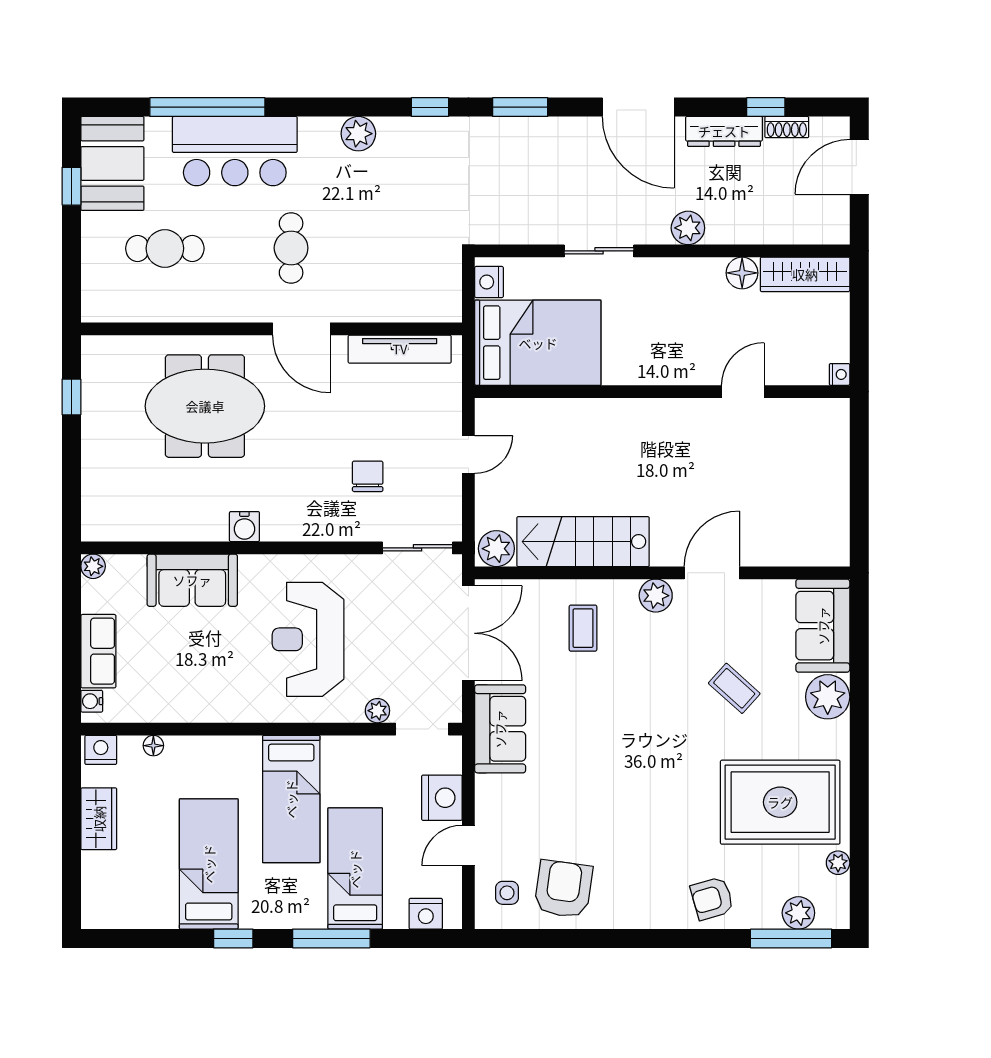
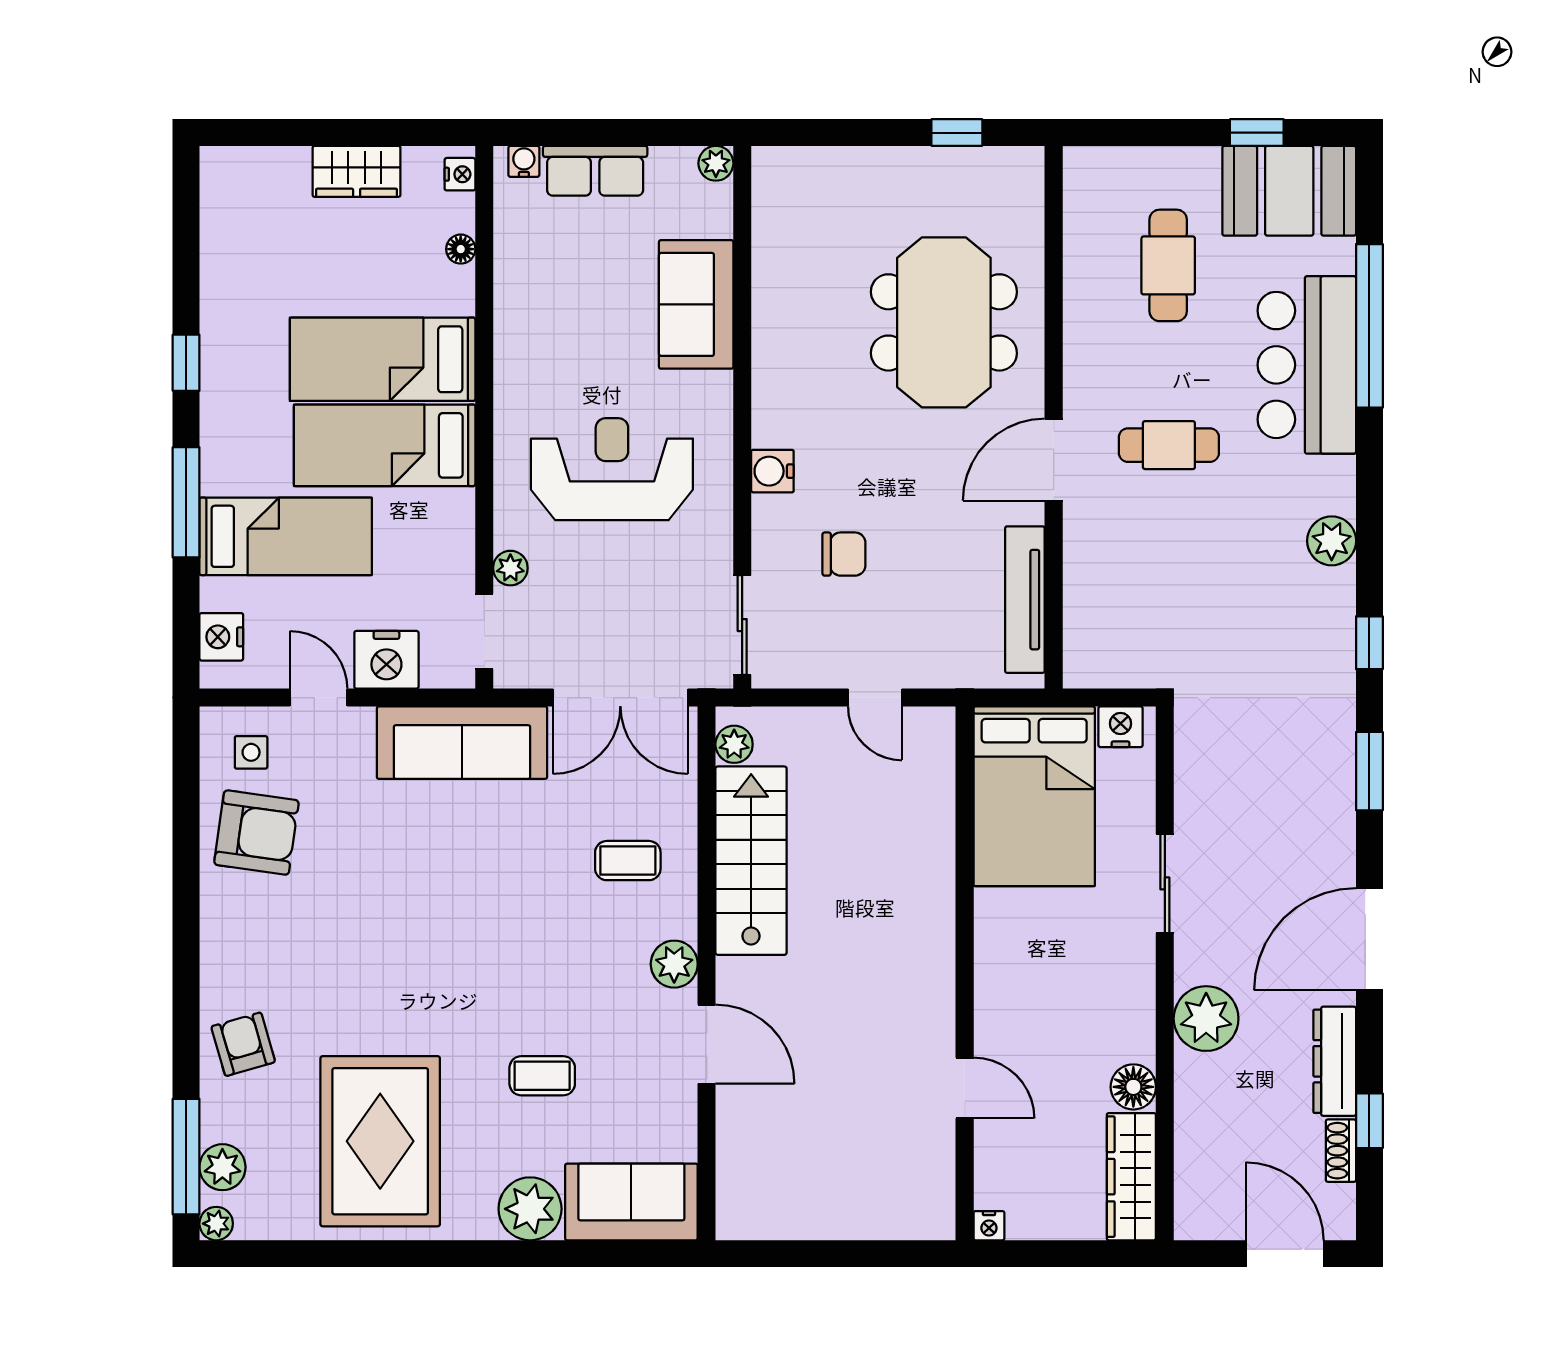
plant: (688, 228) -> (1206, 1019), width x1.36, depth x1.36
water cooler: (244, 527) -> (772, 471), moved
plant: (496, 549) -> (734, 744), width x0.73, depth x0.73
coffee table: (734, 688) -> (542, 1076), turned 48
sofa: (500, 729) -> (462, 743), width x1.36
nightstand: (101, 750) -> (460, 174), width x0.72, depth x0.74
plant: (838, 863) -> (216, 1224), moved
bed: (209, 864) -> (383, 359), moved, turned 180

